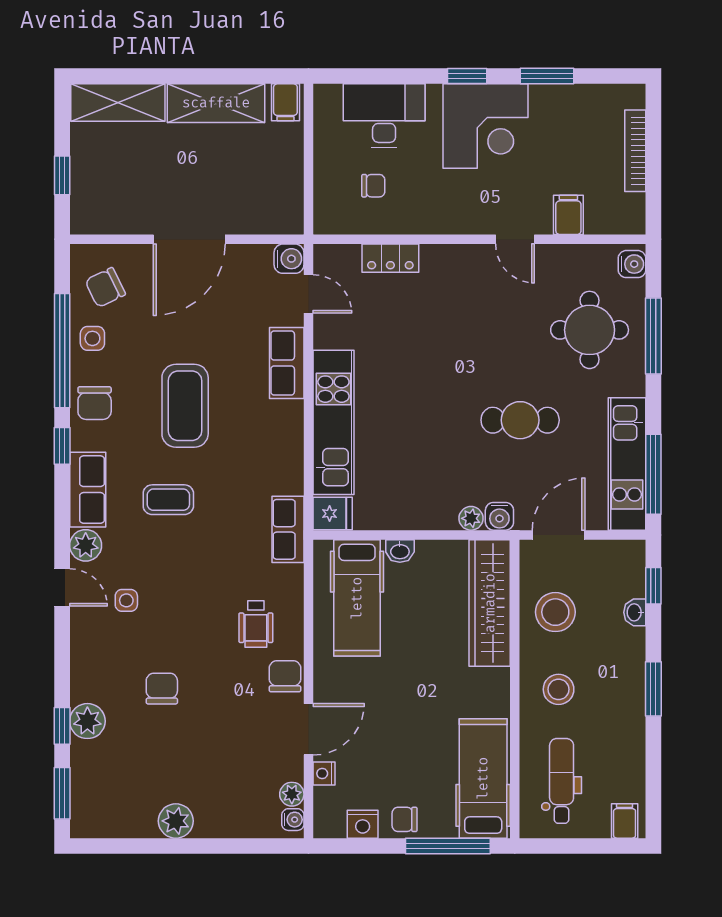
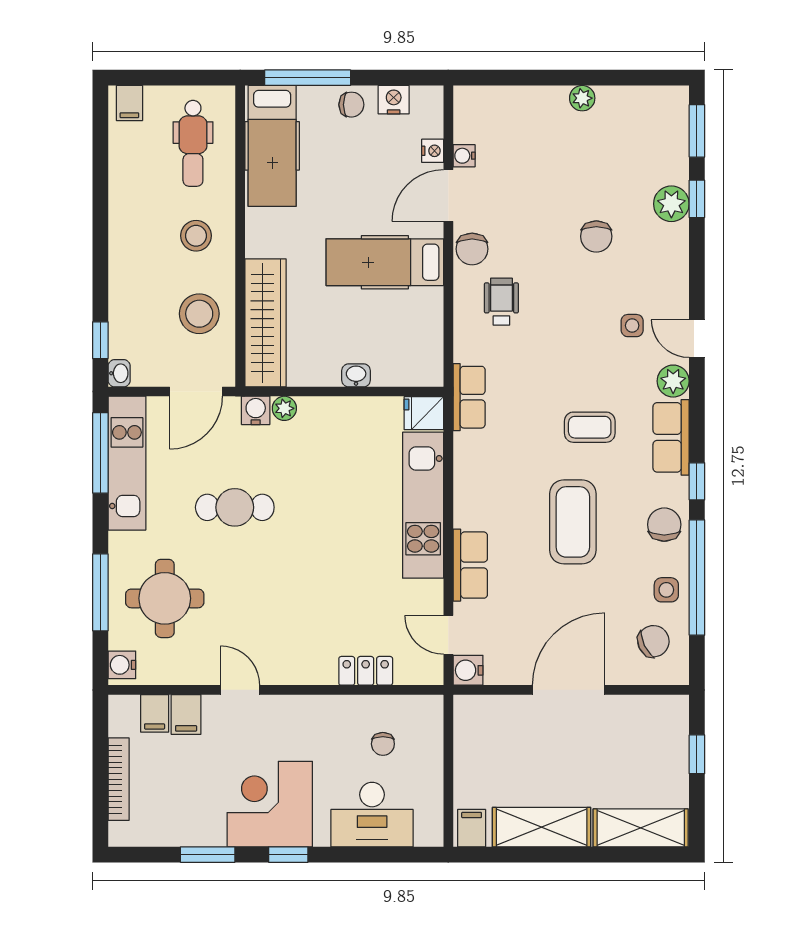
chair: (373, 186) -> (383, 744), turned -90
filing cabinet: (600, 216) -> (155, 713), added
hospital bed: (357, 598) -> (385, 262), moved, turned -90
washbasin: (635, 612) -> (119, 373), moved
window: (653, 689) -> (100, 236), removed
plant: (292, 794) -> (465, 130), removed
water cooler: (293, 820) -> (464, 156), moved
plant: (176, 821) -> (582, 98), width x0.73, depth x0.73

